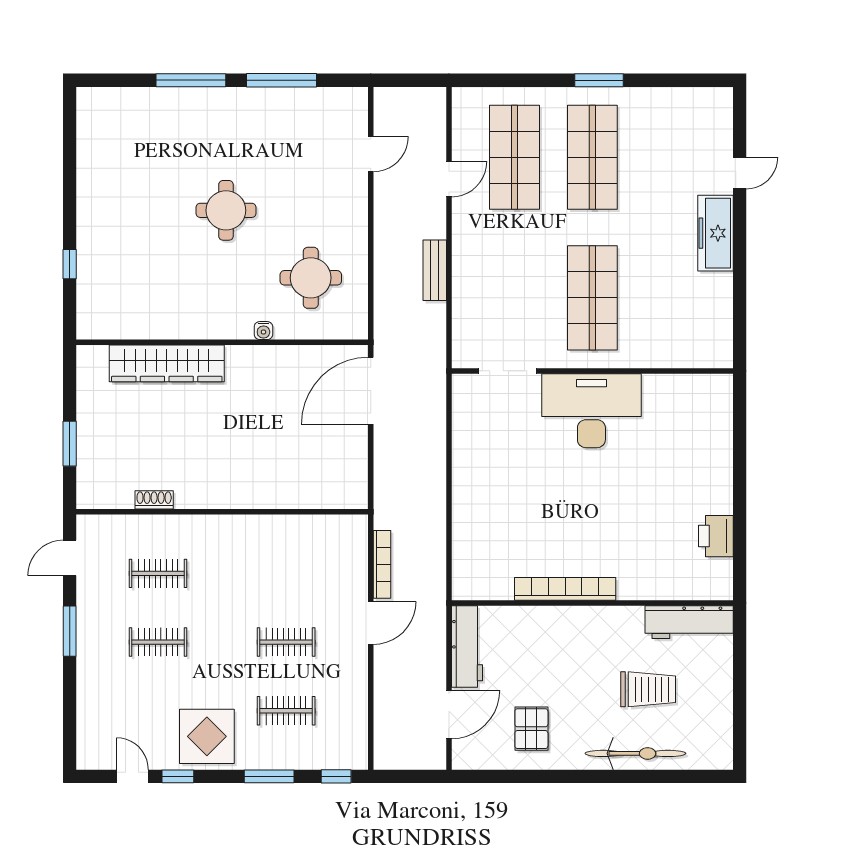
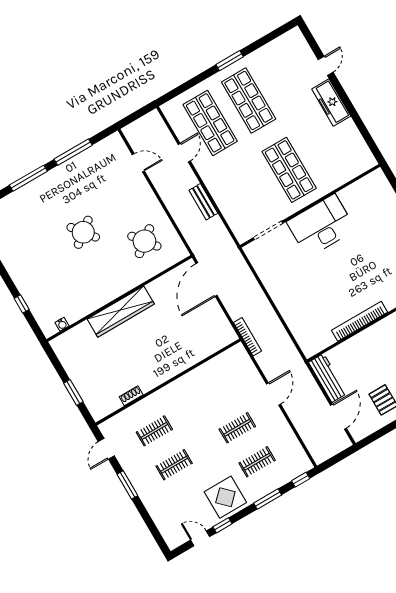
door: (371, 154) -> (138, 163), hinge flipped
round table: (226, 210) -> (83, 232), turned -38
round table: (311, 278) -> (144, 241), turned -38
water cooler: (263, 331) -> (62, 324), moved
wardrobe: (167, 363) -> (121, 312), moved
bookcase: (382, 564) -> (248, 337), moved

